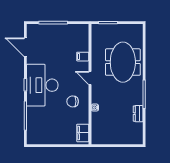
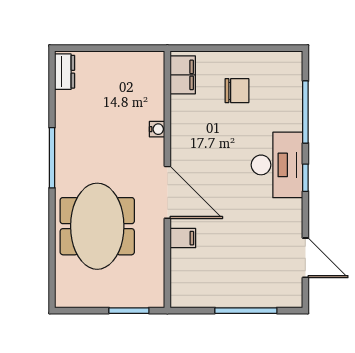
door: (90, 78) -> (167, 192), width x1.88
desk: (42, 85) -> (277, 165), width x0.73, depth x0.77
chair: (73, 101) -> (237, 91), moved
dresser: (138, 114) -> (65, 72), moved

